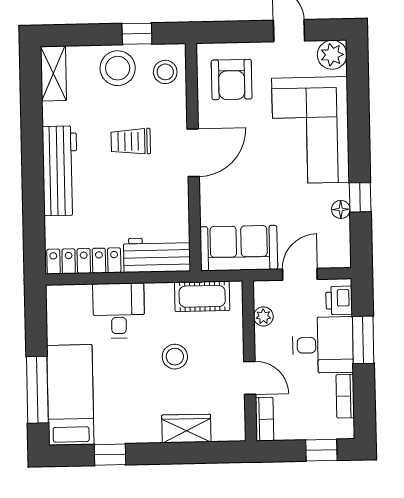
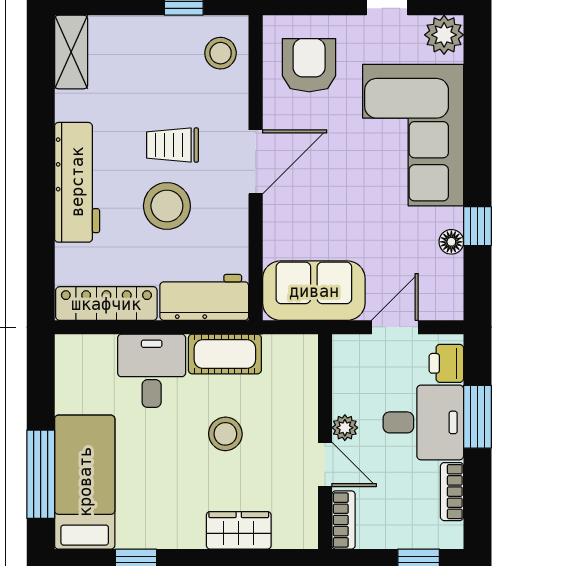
stool: (118, 68) -> (167, 206), moved
armchair: (232, 80) -> (309, 65), turned 180
cot: (202, 296) -> (225, 354), moved
plant: (263, 316) -> (345, 428), moved

